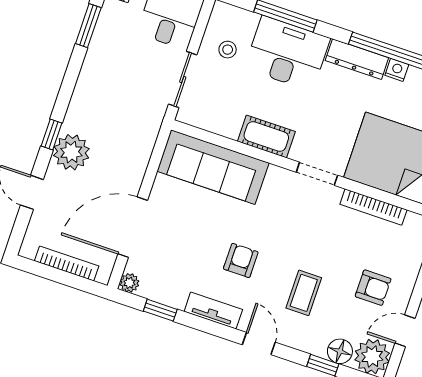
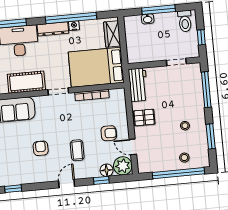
cot: (266, 137) -> (26, 82), width x1.37, depth x1.34
tv unit: (213, 310) -> (38, 178), removed
door: (405, 331) -> (133, 147), hinge flipped
door: (259, 344) -> (67, 184), hinge flipped

